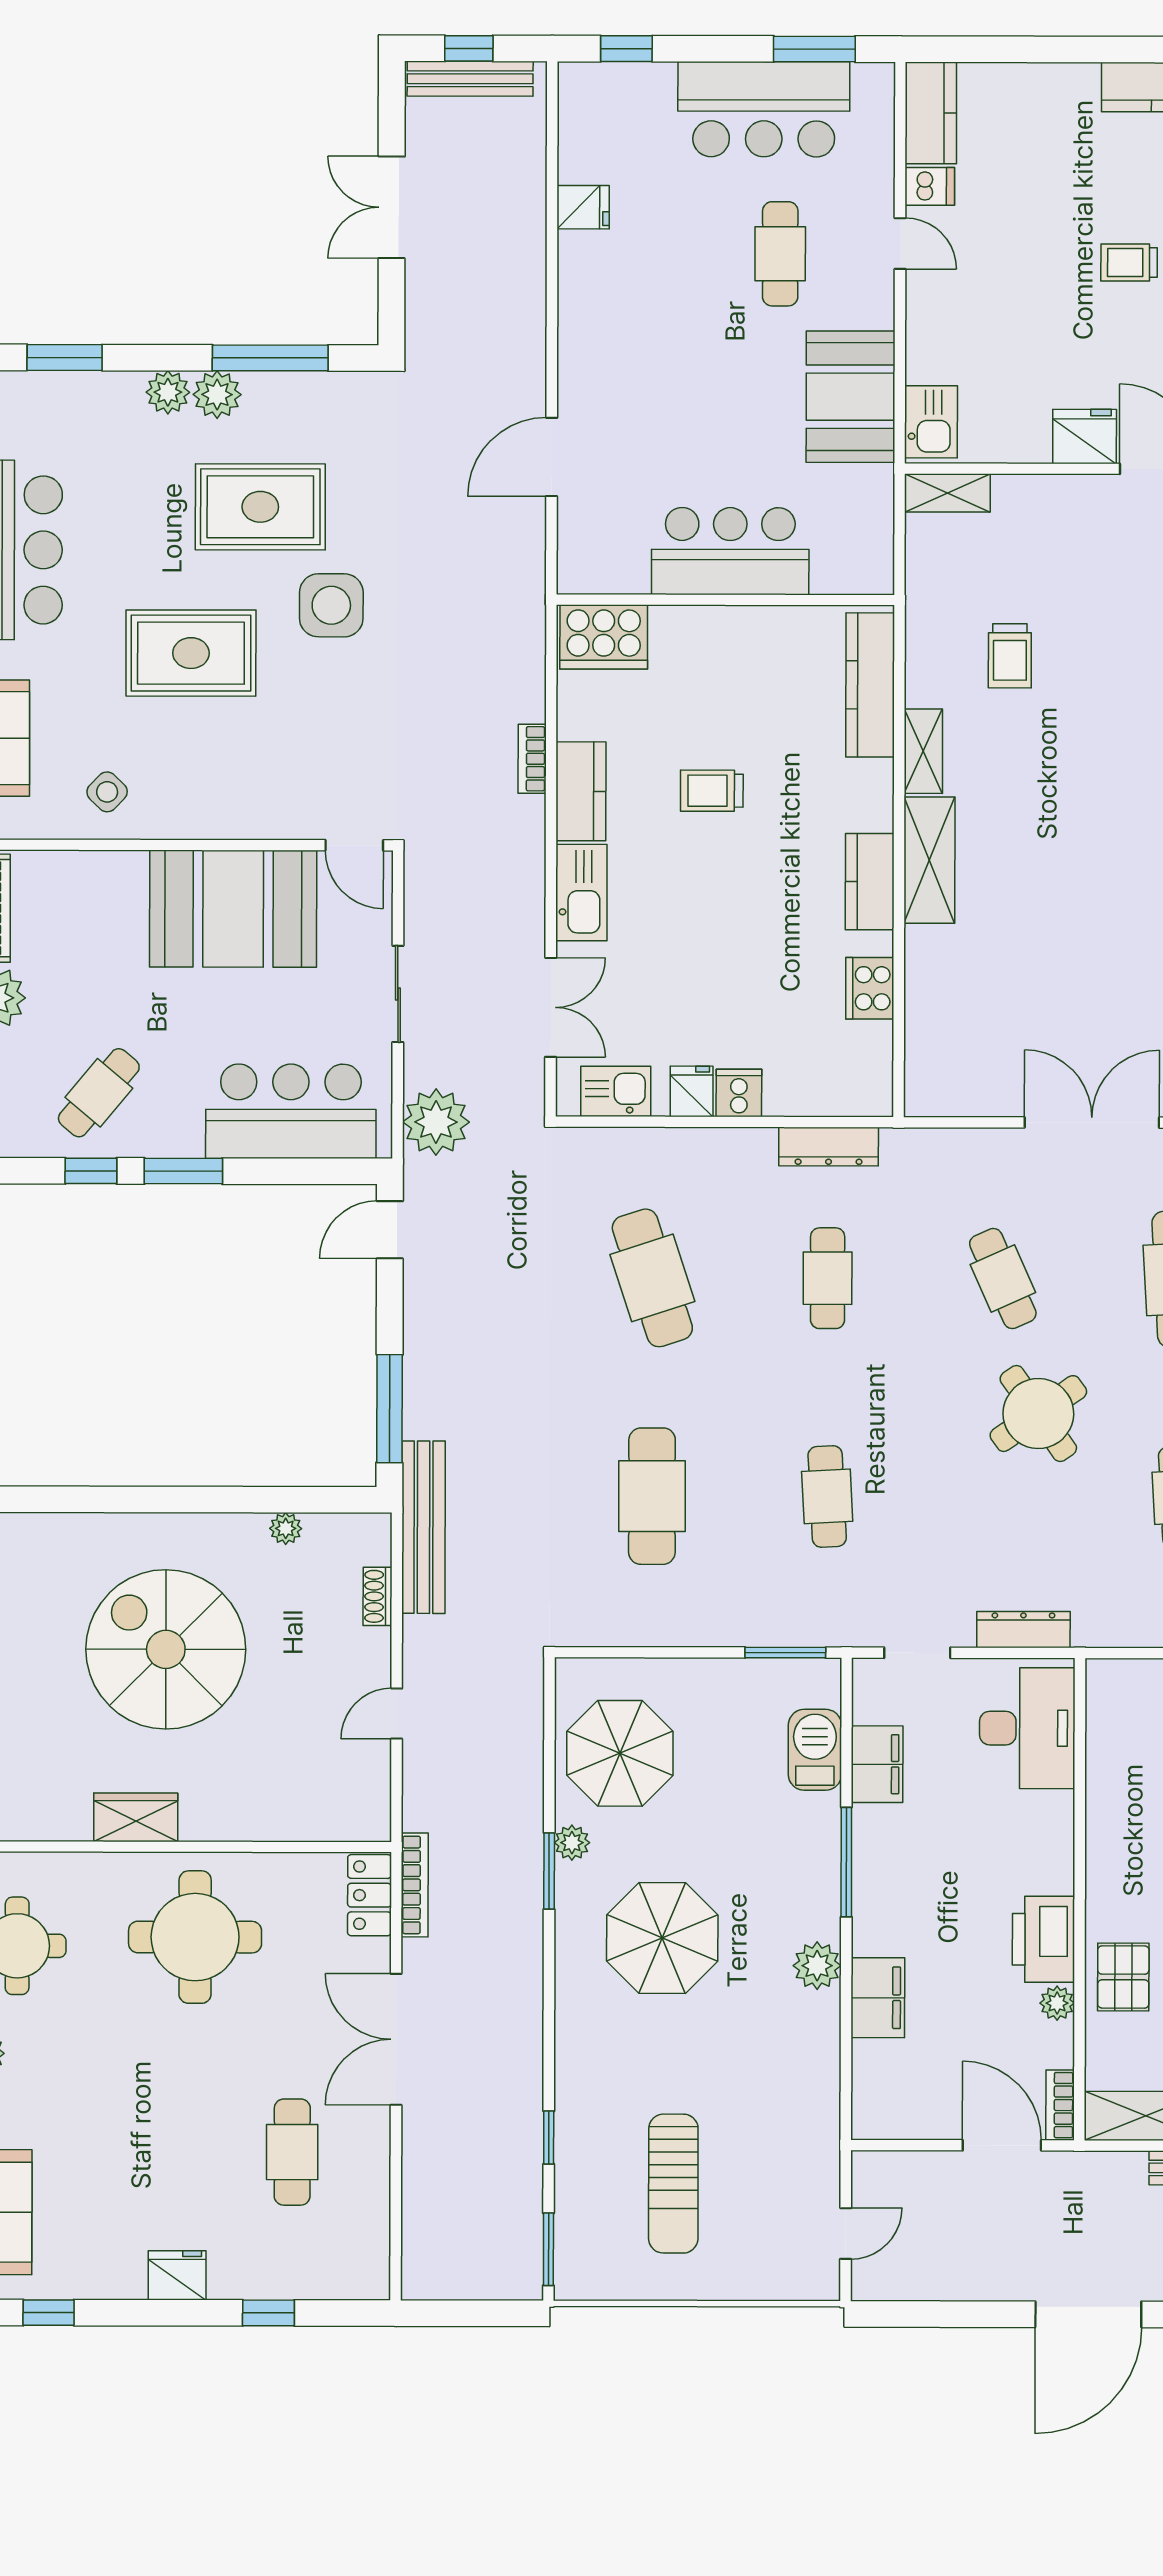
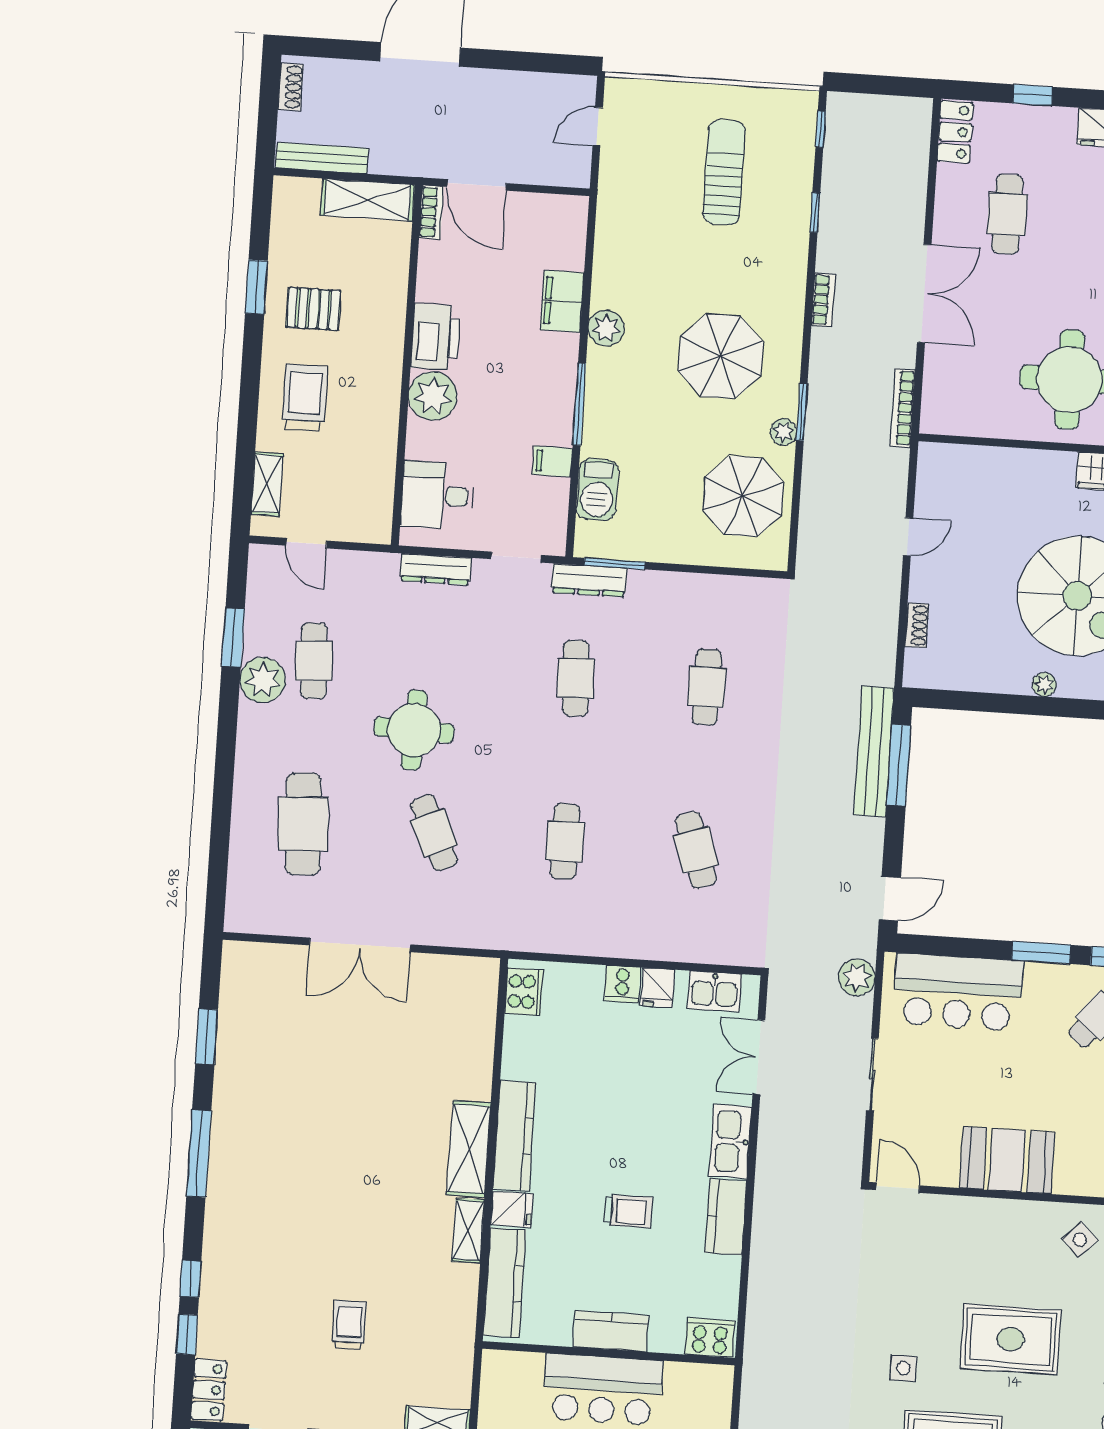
side table: (331, 605) -> (903, 1368), width x0.54, depth x0.54
kitchen counter: (725, 629) -> (611, 1331), added
cooker: (604, 637) -> (710, 1338), width x0.73, depth x0.76
trolley: (1010, 656) -> (349, 1325), moved
bookcase: (532, 759) -> (823, 300), moved
fridge: (867, 783) -> (512, 1209), added
kitchen counter: (870, 882) -> (514, 1136), width x1.50
booth: (233, 909) -> (1007, 1160), width x0.73, depth x0.70
cooker: (870, 988) -> (524, 992), moved
plant: (436, 1122) -> (857, 977), width x0.73, depth x0.73
dresser: (829, 1147) -> (589, 580), moved, turned 180
cafe table: (652, 1278) -> (696, 850), width x0.73, depth x0.74
round table: (1038, 1414) -> (414, 730), turned 37
cafe table: (652, 1496) -> (707, 687), width x0.73, depth x0.74
bench: (423, 1527) -> (874, 751), moved
plant: (286, 1528) -> (1044, 685), moved
desk: (1027, 1728) -> (438, 495), width x0.73
filing cabinet: (877, 1764) -> (552, 461), width x0.50
locker: (369, 1895) -> (955, 132), moved
pallet: (1123, 1977) -> (378, 305), removed
plant: (1057, 2003) -> (433, 396), moved, width x1.87, depth x1.87
window: (548, 2249) -> (821, 129), width x0.67

